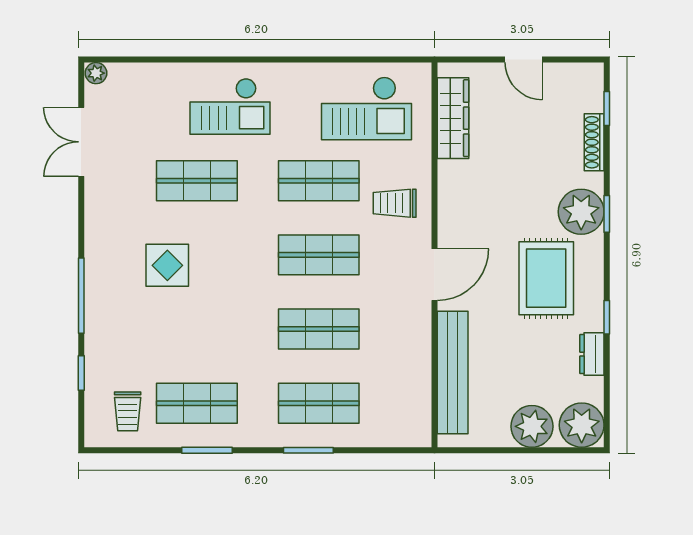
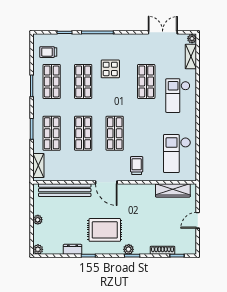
shelving: (138, 76) -> (191, 57), added
shop shelf: (319, 181) -> (83, 81), moved
plant: (581, 212) -> (129, 249), width x0.53, depth x0.53
plant: (582, 425) -> (38, 249), width x0.53, depth x0.53
plant: (532, 426) -> (38, 220), width x0.53, depth x0.53
shelving: (394, 434) -> (38, 165), added

